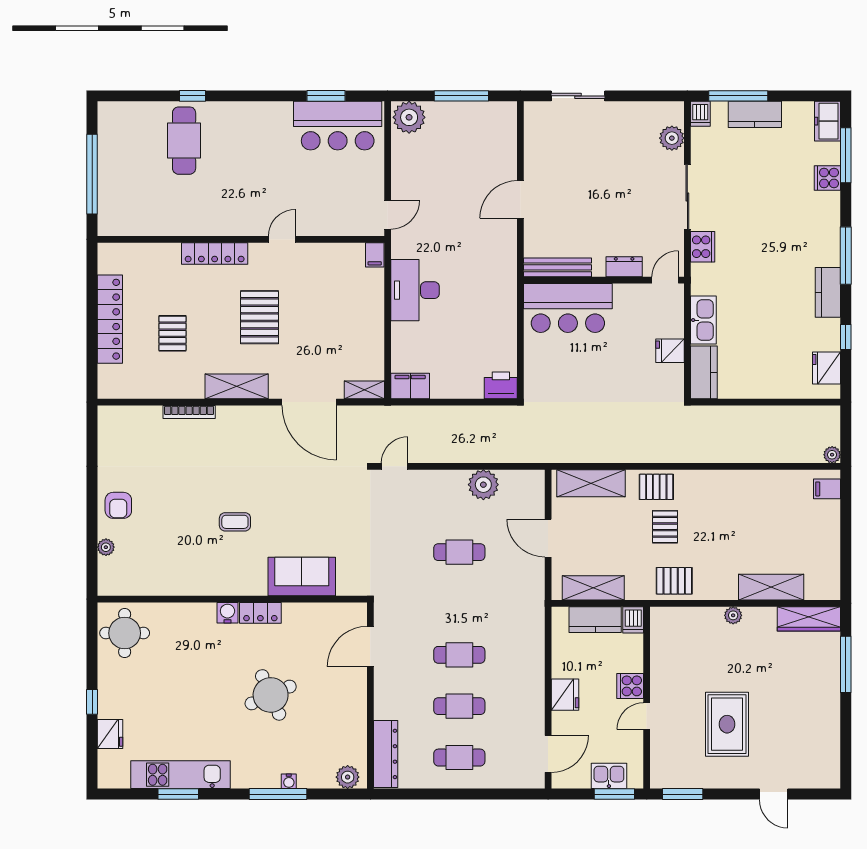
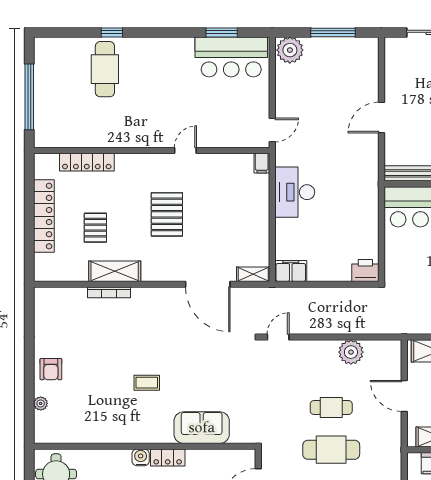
locker: (215, 254) -> (87, 162), moved
shelving: (237, 386) -> (115, 271), moved
cafe table: (459, 603) -> (331, 450), added

